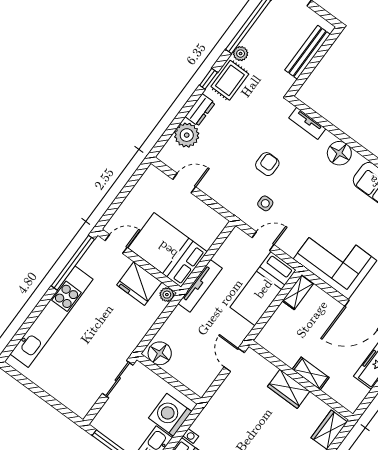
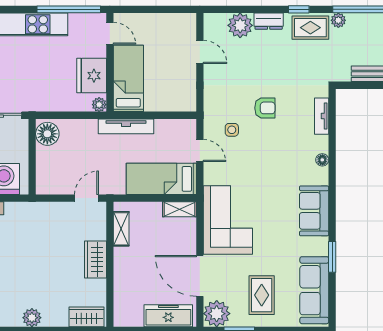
floor lamp: (339, 153) -> (322, 160), width x0.53, depth x0.53
bed: (168, 250) -> (128, 78), width x0.67
shelving: (311, 373) -> (121, 229), moved

